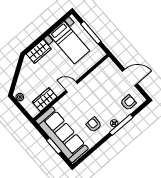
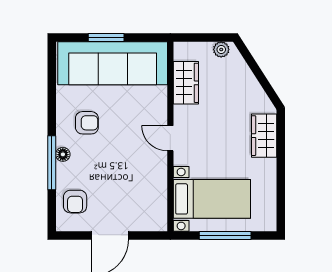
bed with nightstands: (69, 42) -> (212, 199), moved, turned 180
door: (72, 87) -> (170, 138), swing flipped

